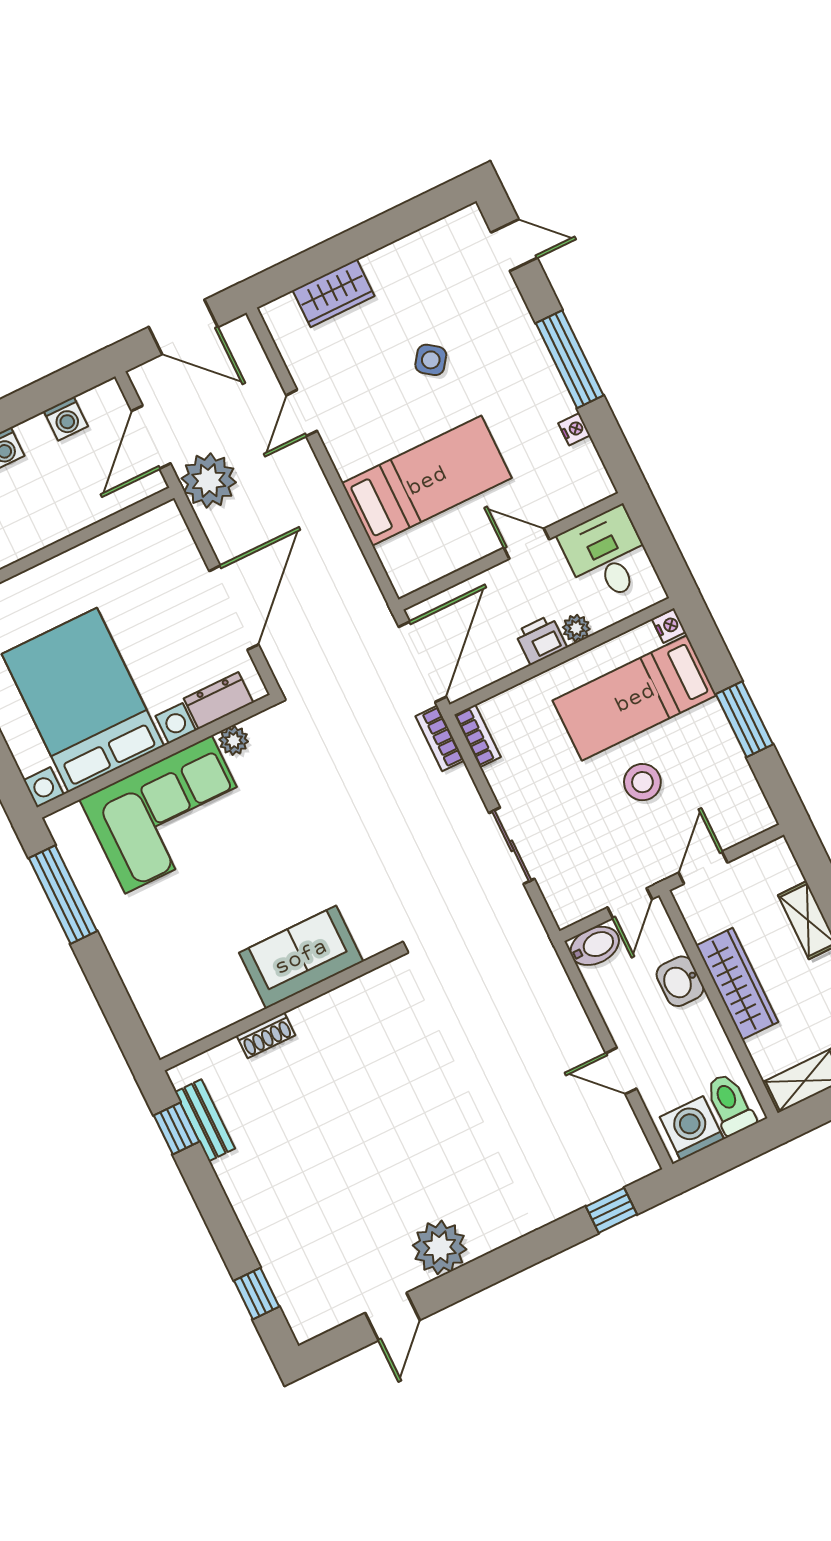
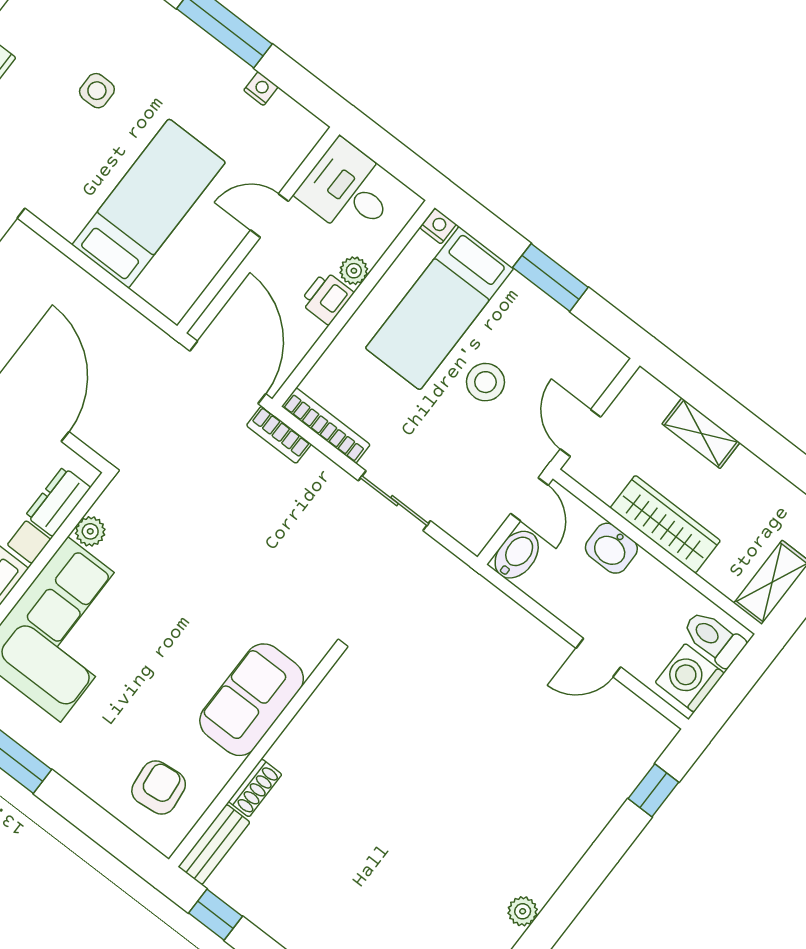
side table: (431, 360) -> (97, 91), turned -36
bookcase: (477, 736) -> (326, 426), width x1.56
armchair: (182, 993) -> (159, 787), added
bench: (205, 1120) -> (214, 844), moved, turned 90
plant: (440, 1247) -> (523, 911), width x0.53, depth x0.53

